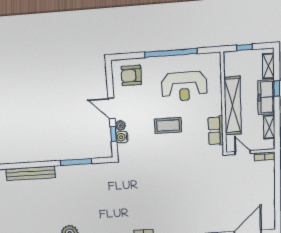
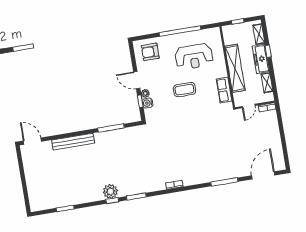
door: (243, 153) -> (249, 106), swing flipped

